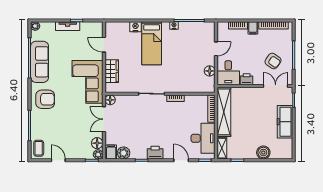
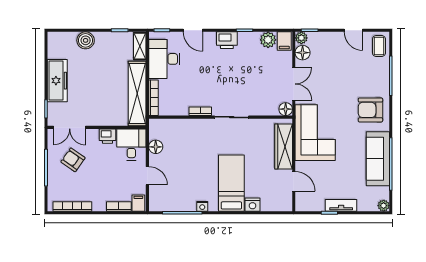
filing cabinet: (253, 28) -> (138, 203), moved
door: (216, 49) -> (147, 176), swing flipped
wardrobe: (112, 71) -> (284, 146), width x1.50

